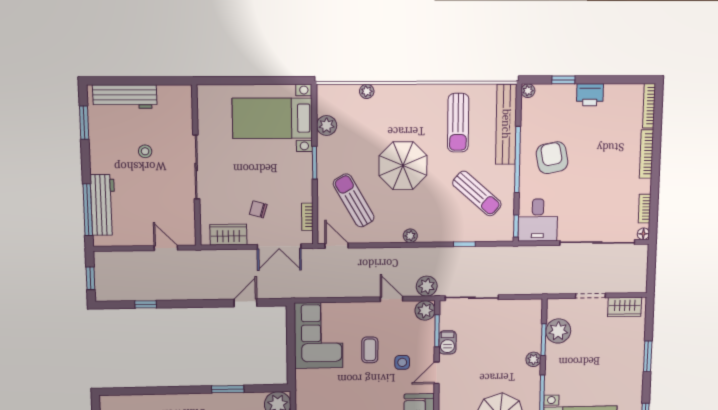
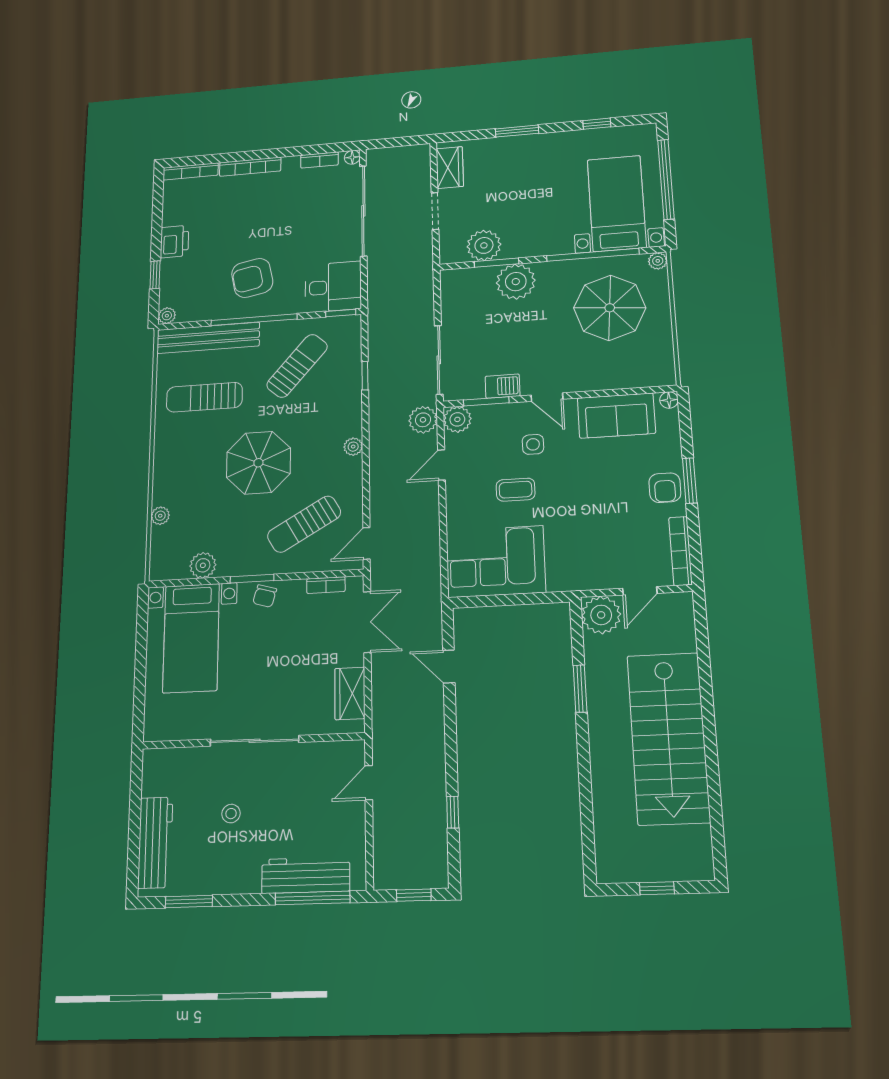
sun lounger: (458, 123) -> (204, 397), turned 180
chair: (258, 209) -> (265, 596), moved
plant: (533, 359) -> (516, 282), width x1.87, depth x1.87

